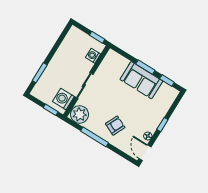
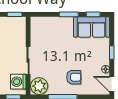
washing machine: (93, 56) -> (21, 31), removed
sofa: (141, 80) -> (92, 27), moved
armchair: (115, 126) -> (74, 77), turned 65

